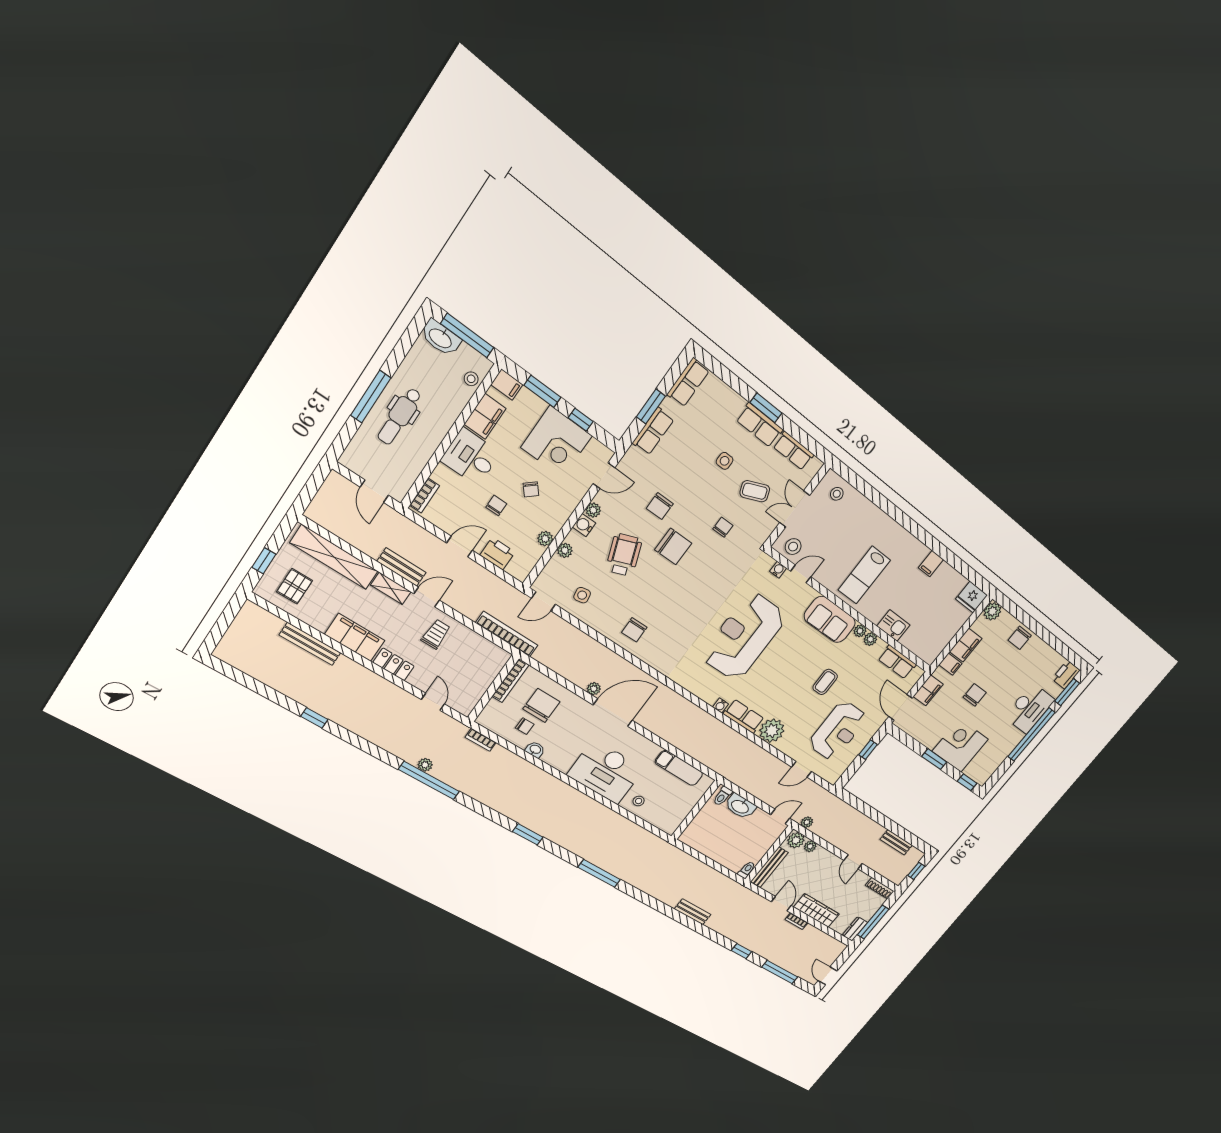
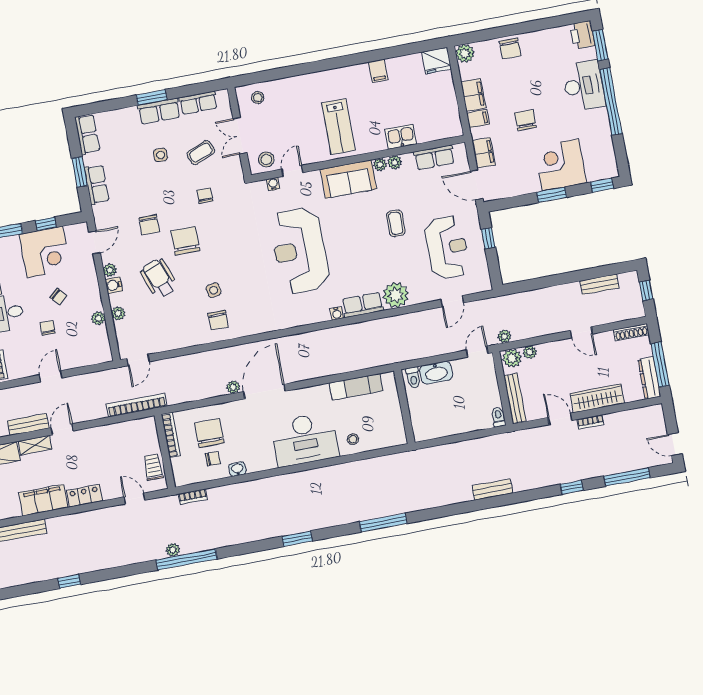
chair: (673, 546) -> (185, 241), turned -90
printer: (498, 554) -> (78, 358), removed
side table: (582, 595) -> (214, 290), moved
trolley: (436, 634) -> (153, 467), moved
dresser: (855, 929) -> (649, 378), width x1.44

